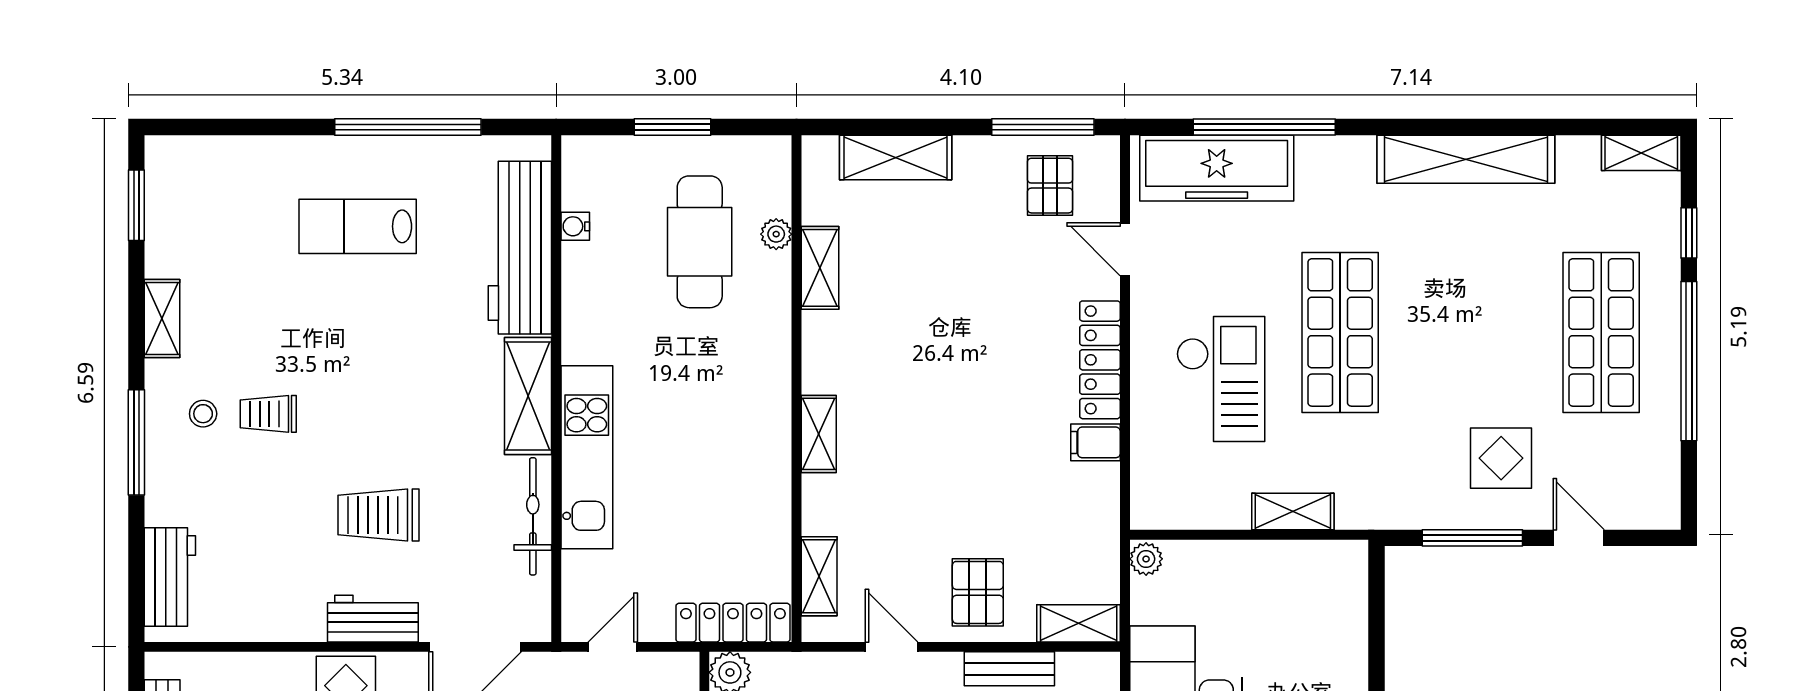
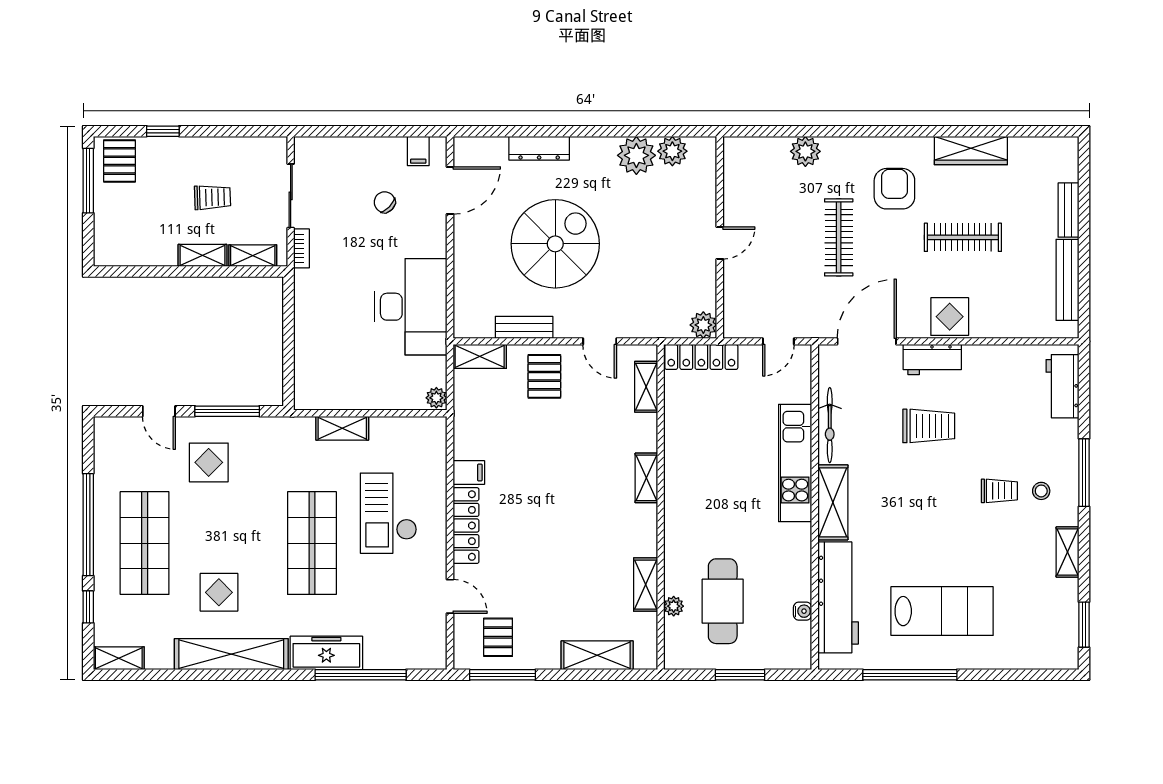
freezer: (1217, 168) -> (326, 653), moved, width x0.73, depth x0.79
lab bench: (358, 226) -> (942, 611), width x1.36, depth x1.39
display table: (1485, 256) -> (219, 592), added

